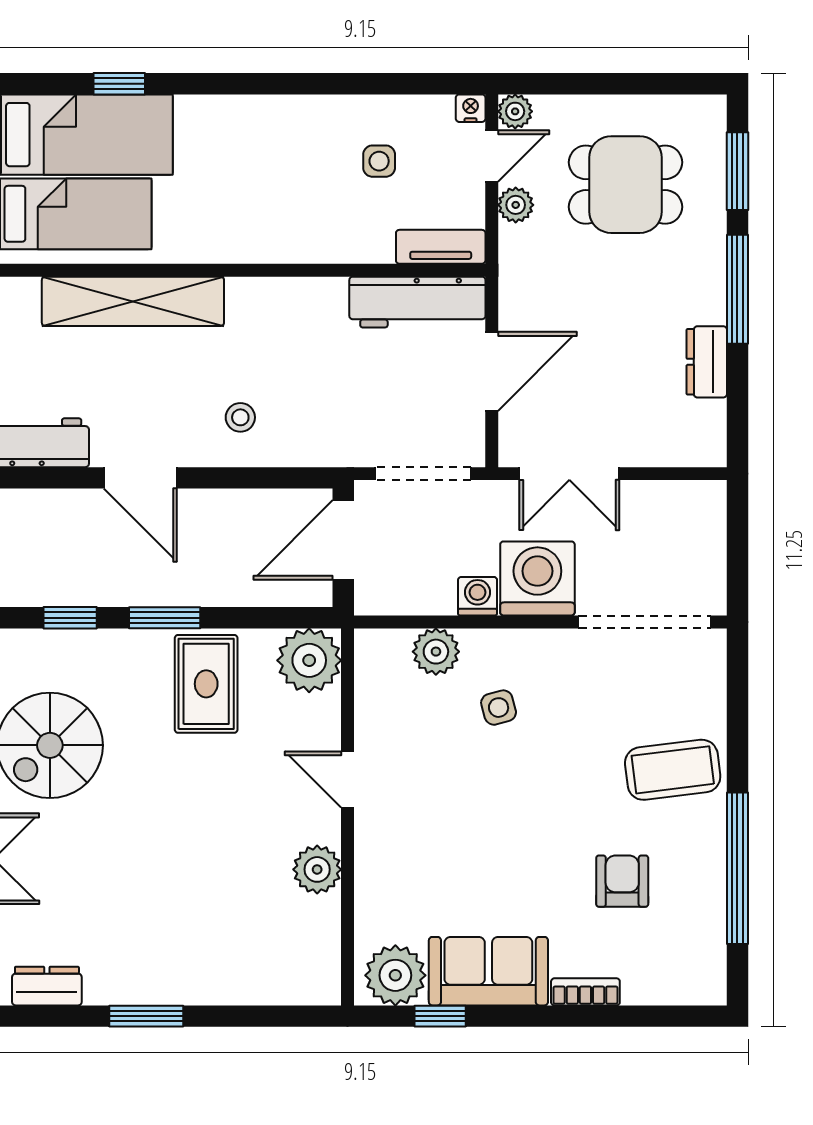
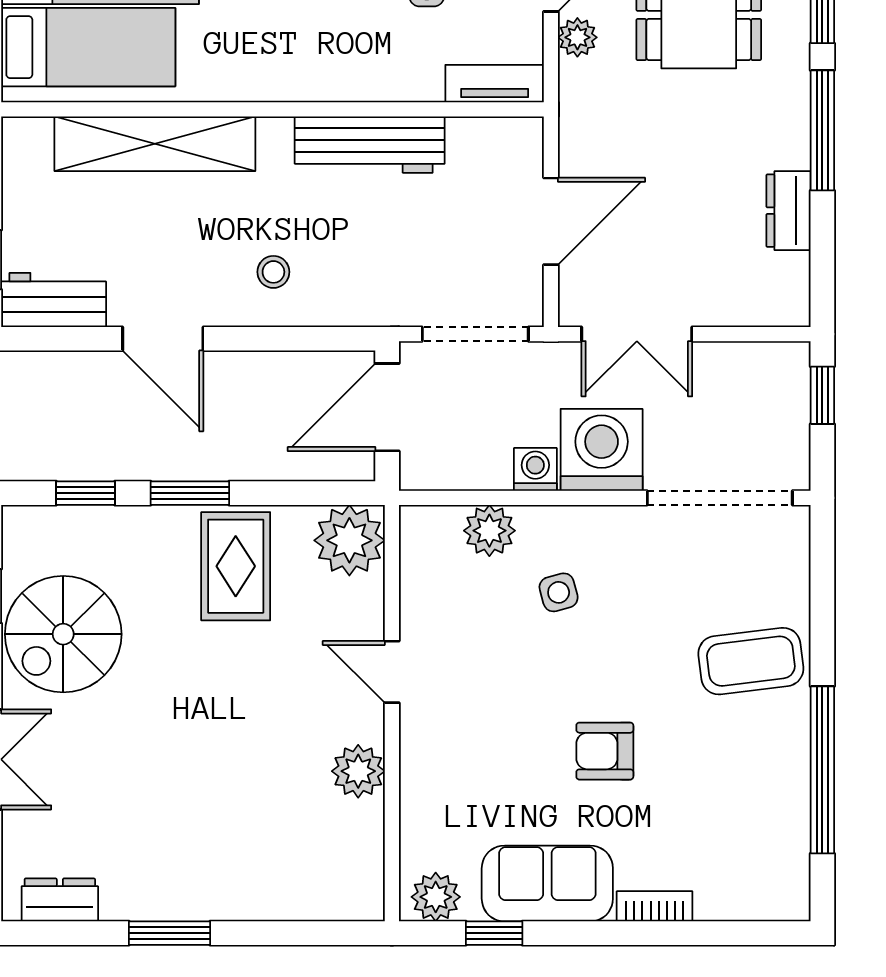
workbench: (417, 302) -> (370, 145), moved
window: (737, 529) -> (822, 395), added
armchair: (622, 881) -> (605, 751), moved, turned -90
plant: (395, 975) -> (436, 897), width x0.73, depth x0.73

